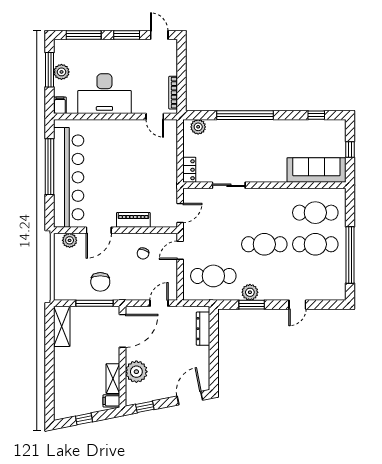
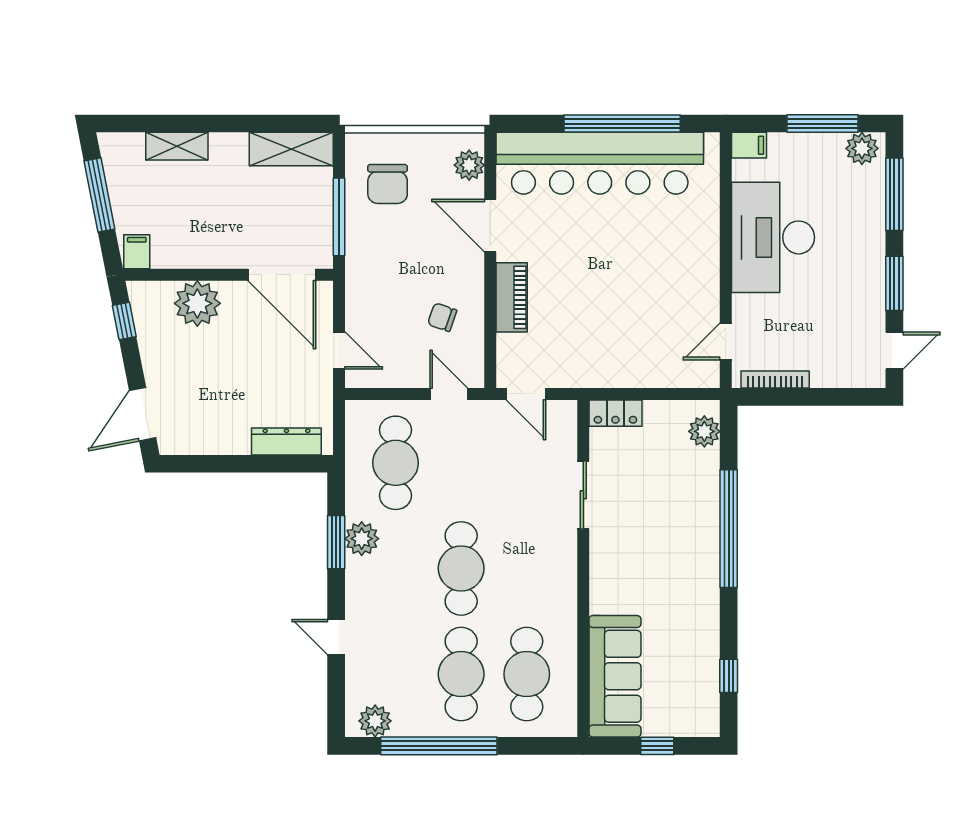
plant: (61, 72) -> (862, 148), moved
chair: (100, 282) -> (388, 184), moved, turned -90
plant: (338, 286) -> (375, 721), added
shelving: (113, 379) -> (177, 146), moved
door: (190, 398) -> (143, 414), swing flipped
window: (84, 419) -> (99, 195), width x2.17

